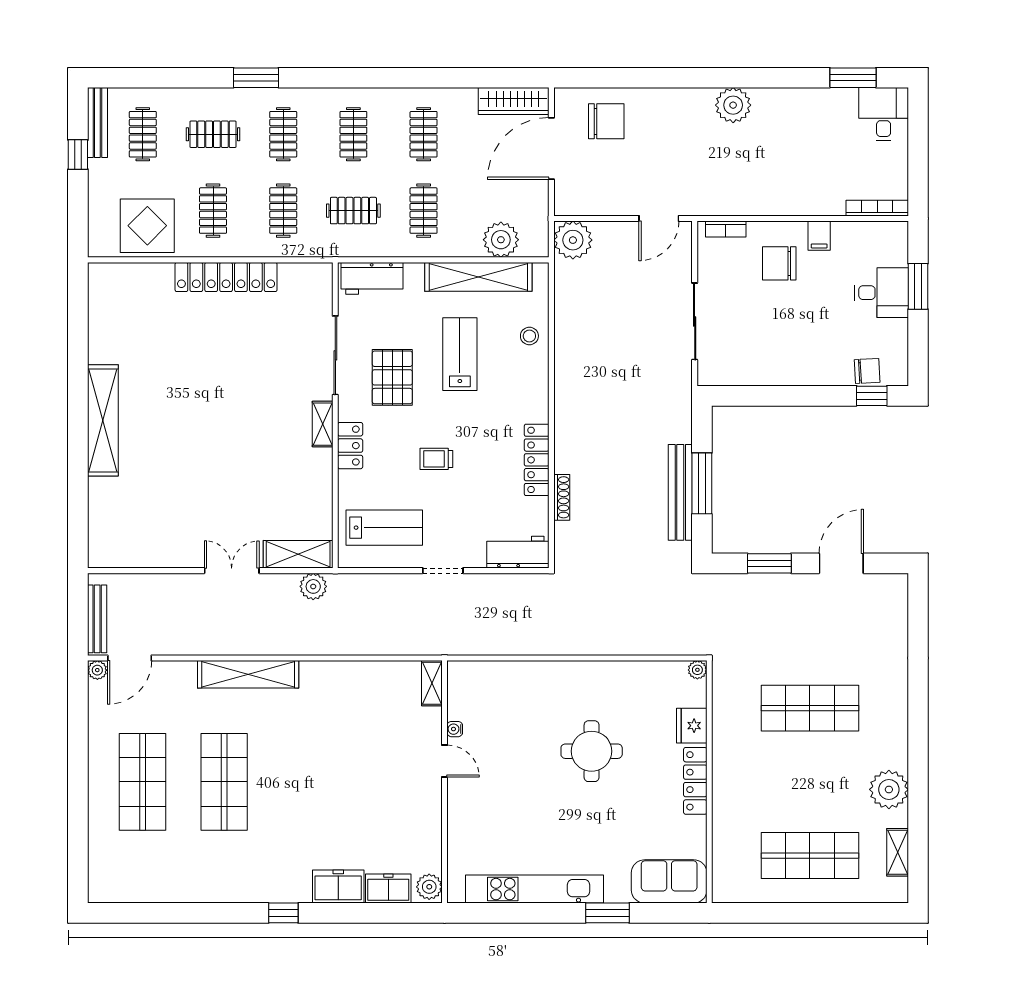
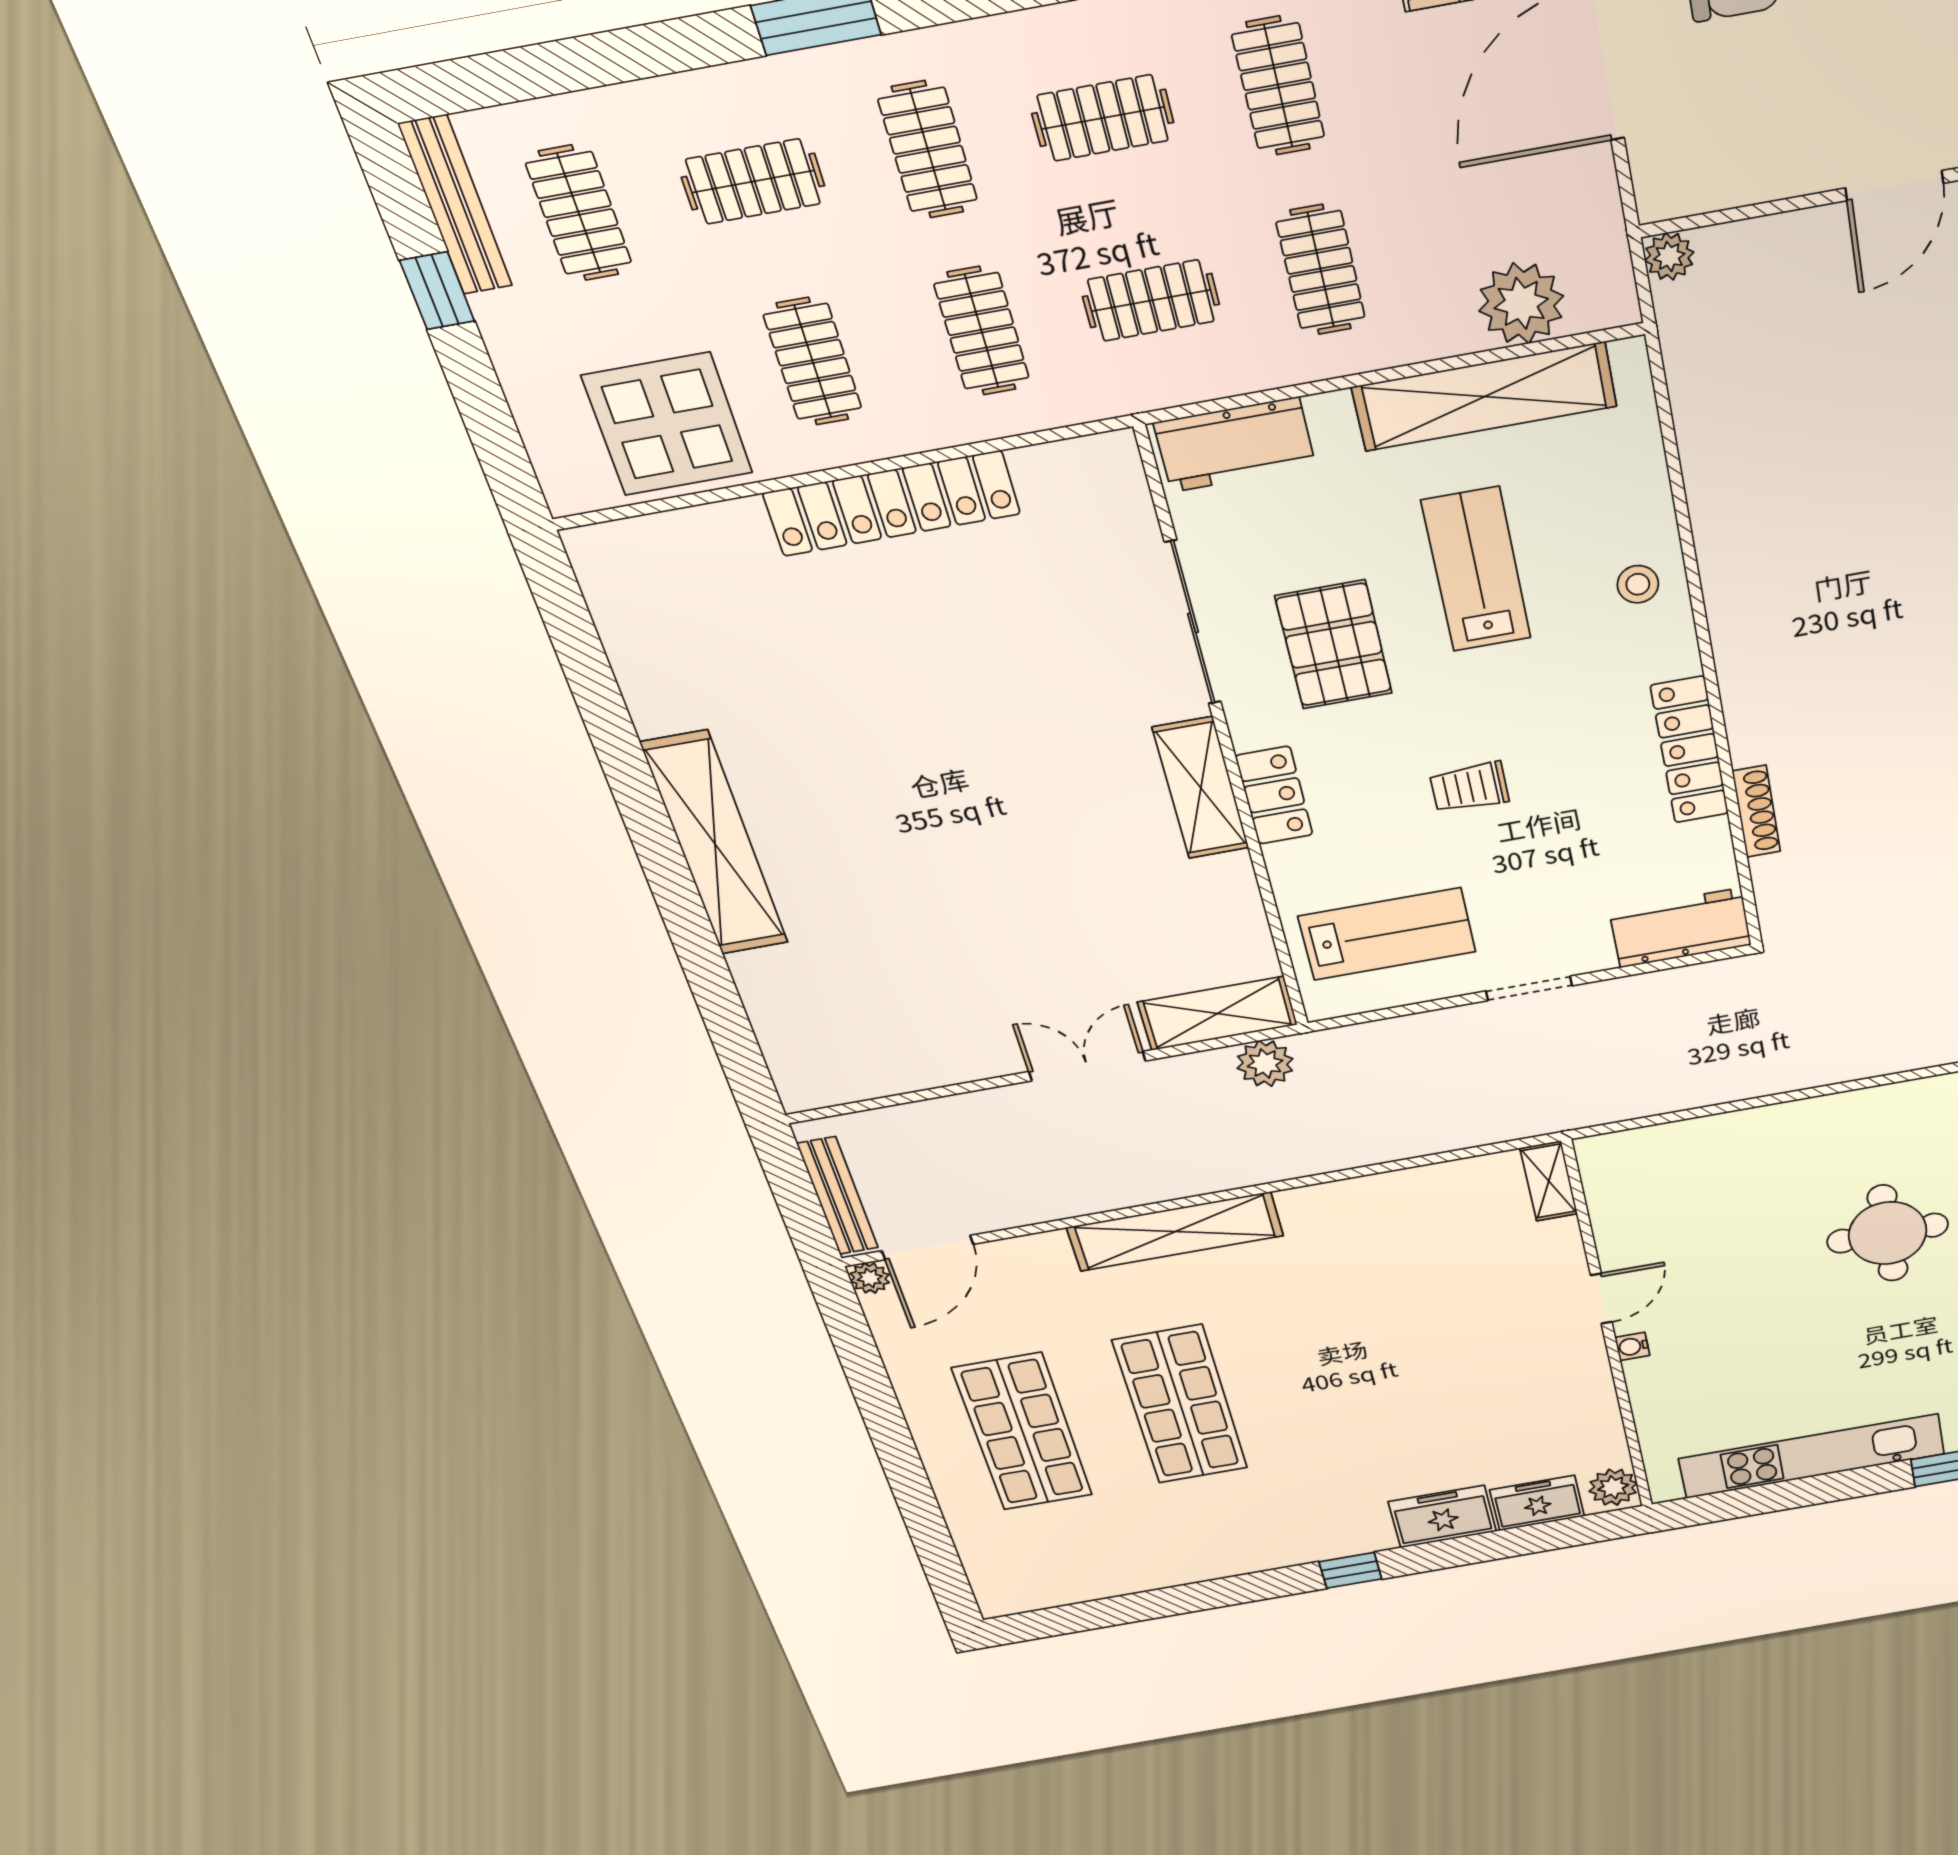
clothes rail: (353, 134) -> (1103, 118), turned 90
plant: (573, 240) -> (1669, 256), width x0.53, depth x0.53
stool: (529, 336) -> (1638, 584), moved
shelving: (323, 424) -> (1201, 788), width x1.50, depth x1.33
water cooler: (455, 729) -> (1632, 1346), moved
door: (445, 761) -> (1601, 1299), hinge flipped

